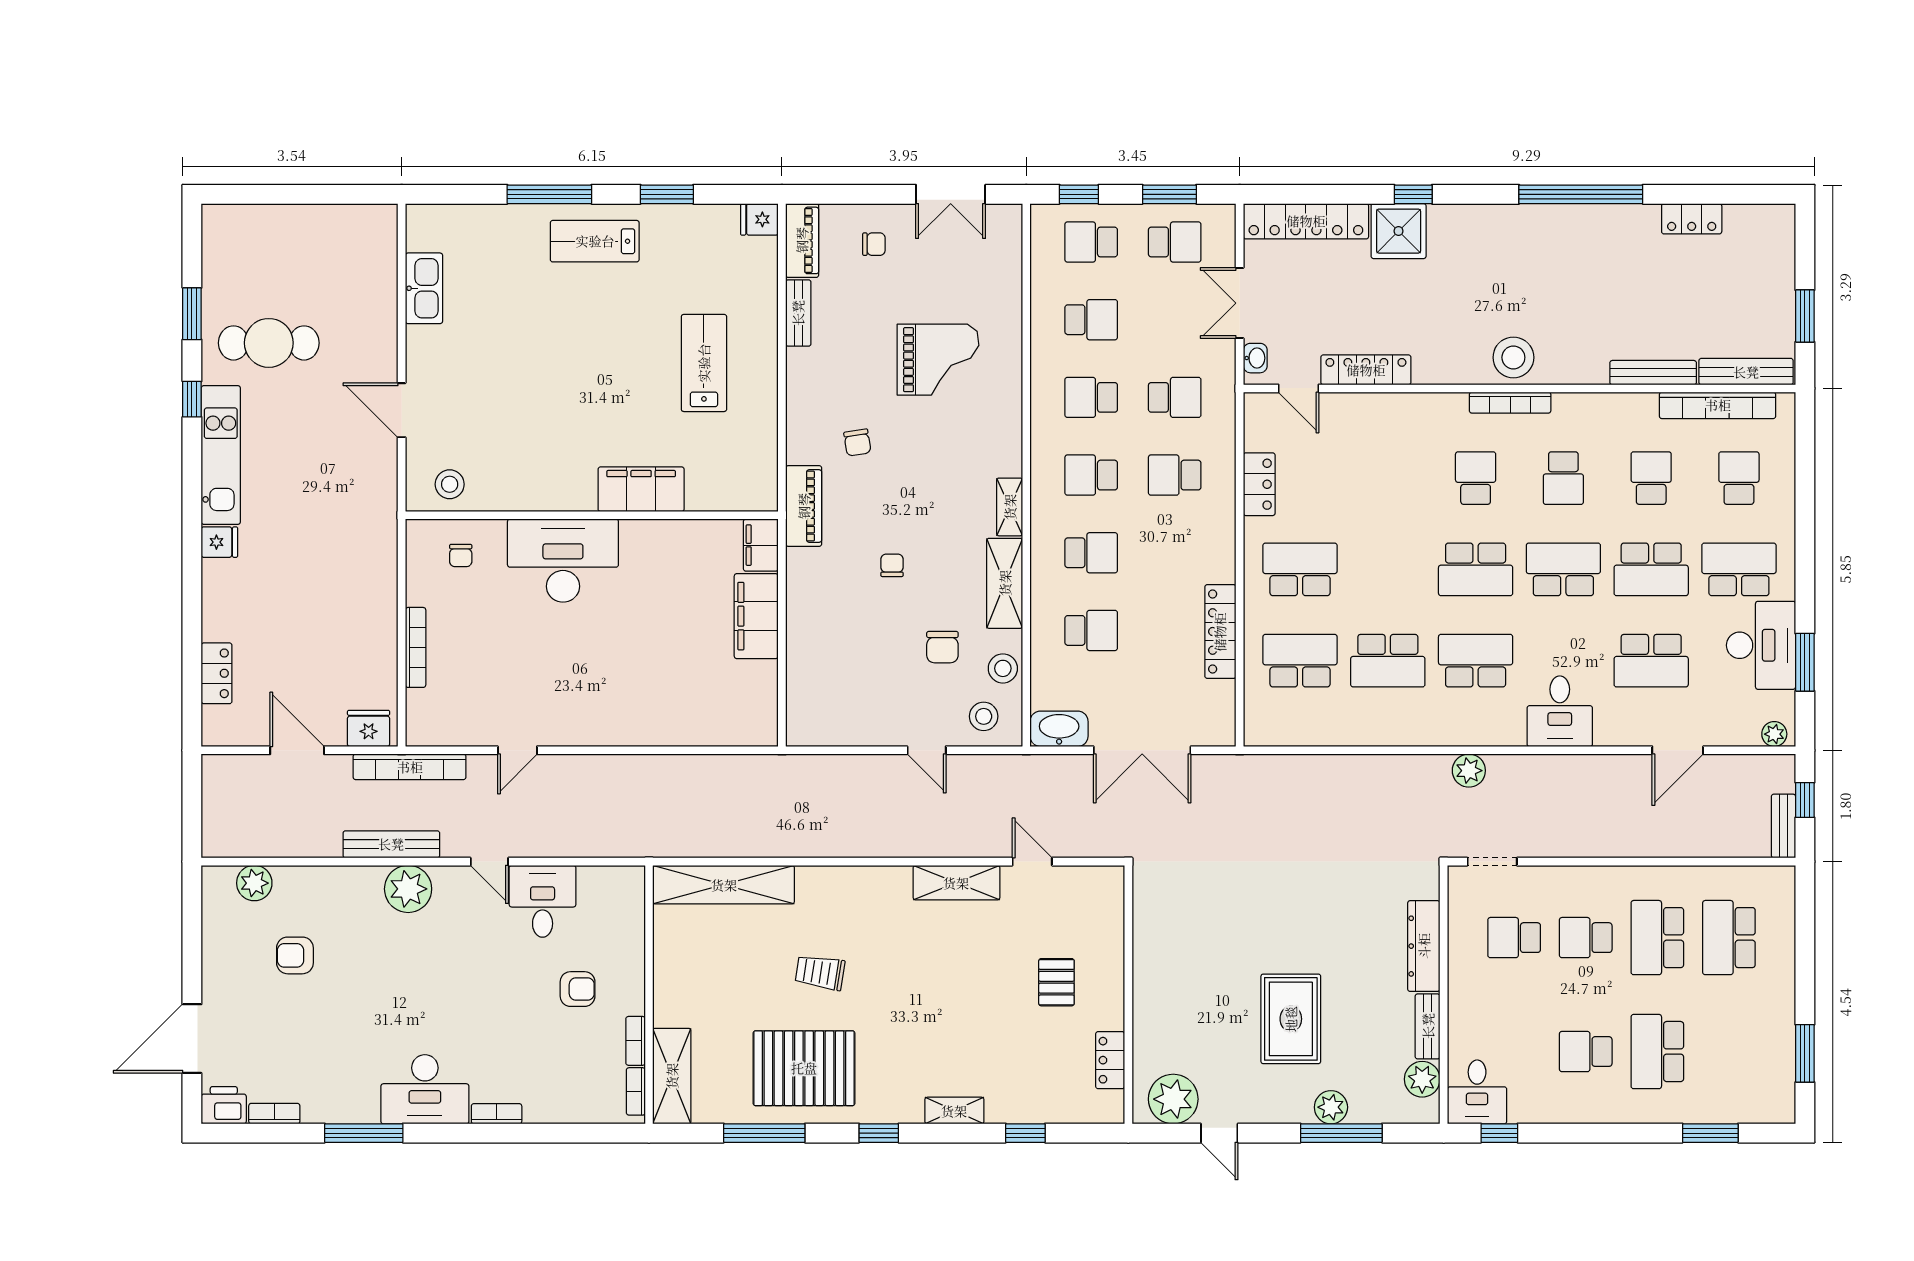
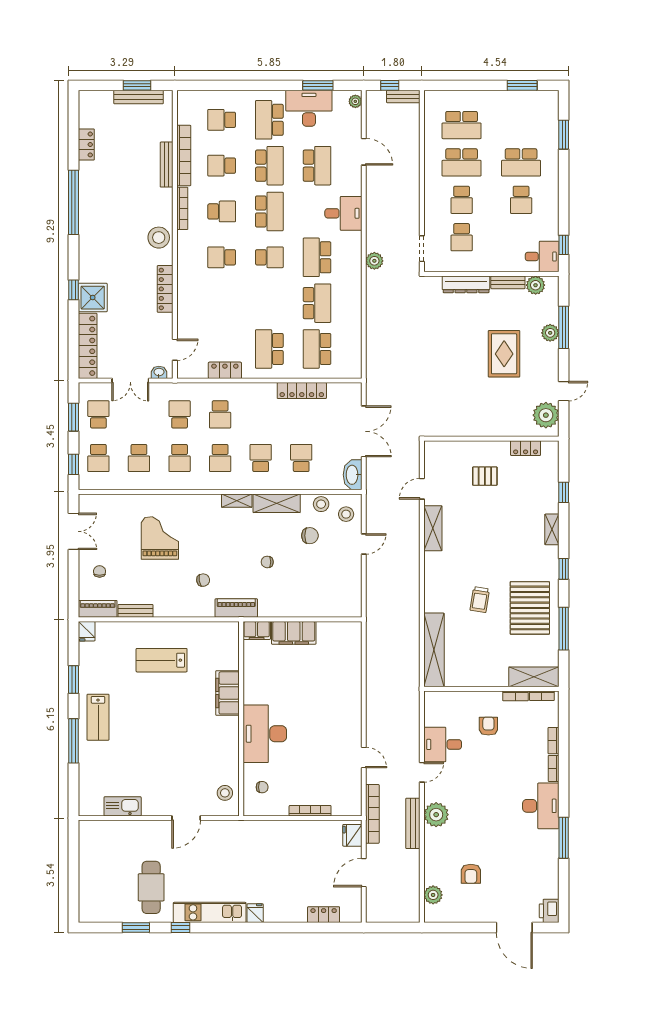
school desk: (1091, 320) -> (139, 458), turned 180
locker: (1366, 370) -> (165, 289), moved
bench: (1746, 372) -> (139, 97), moved, turned 90
bookcase: (1510, 403) -> (182, 208), moved
bookcase: (1718, 405) -> (184, 155), moved
school desk: (1476, 569) -> (269, 257), width x0.54
school desk: (1563, 569) -> (269, 211), turned 180
rug: (1291, 1019) -> (504, 354), turned 90
bookcase: (274, 1114) -> (553, 741), moved

